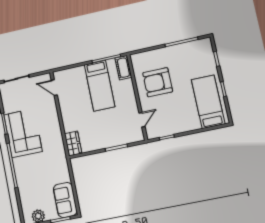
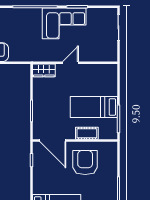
cot: (123, 68) -> (87, 133), moved
door: (54, 88) -> (70, 63), moved
door: (142, 120) -> (53, 140), width x1.88

